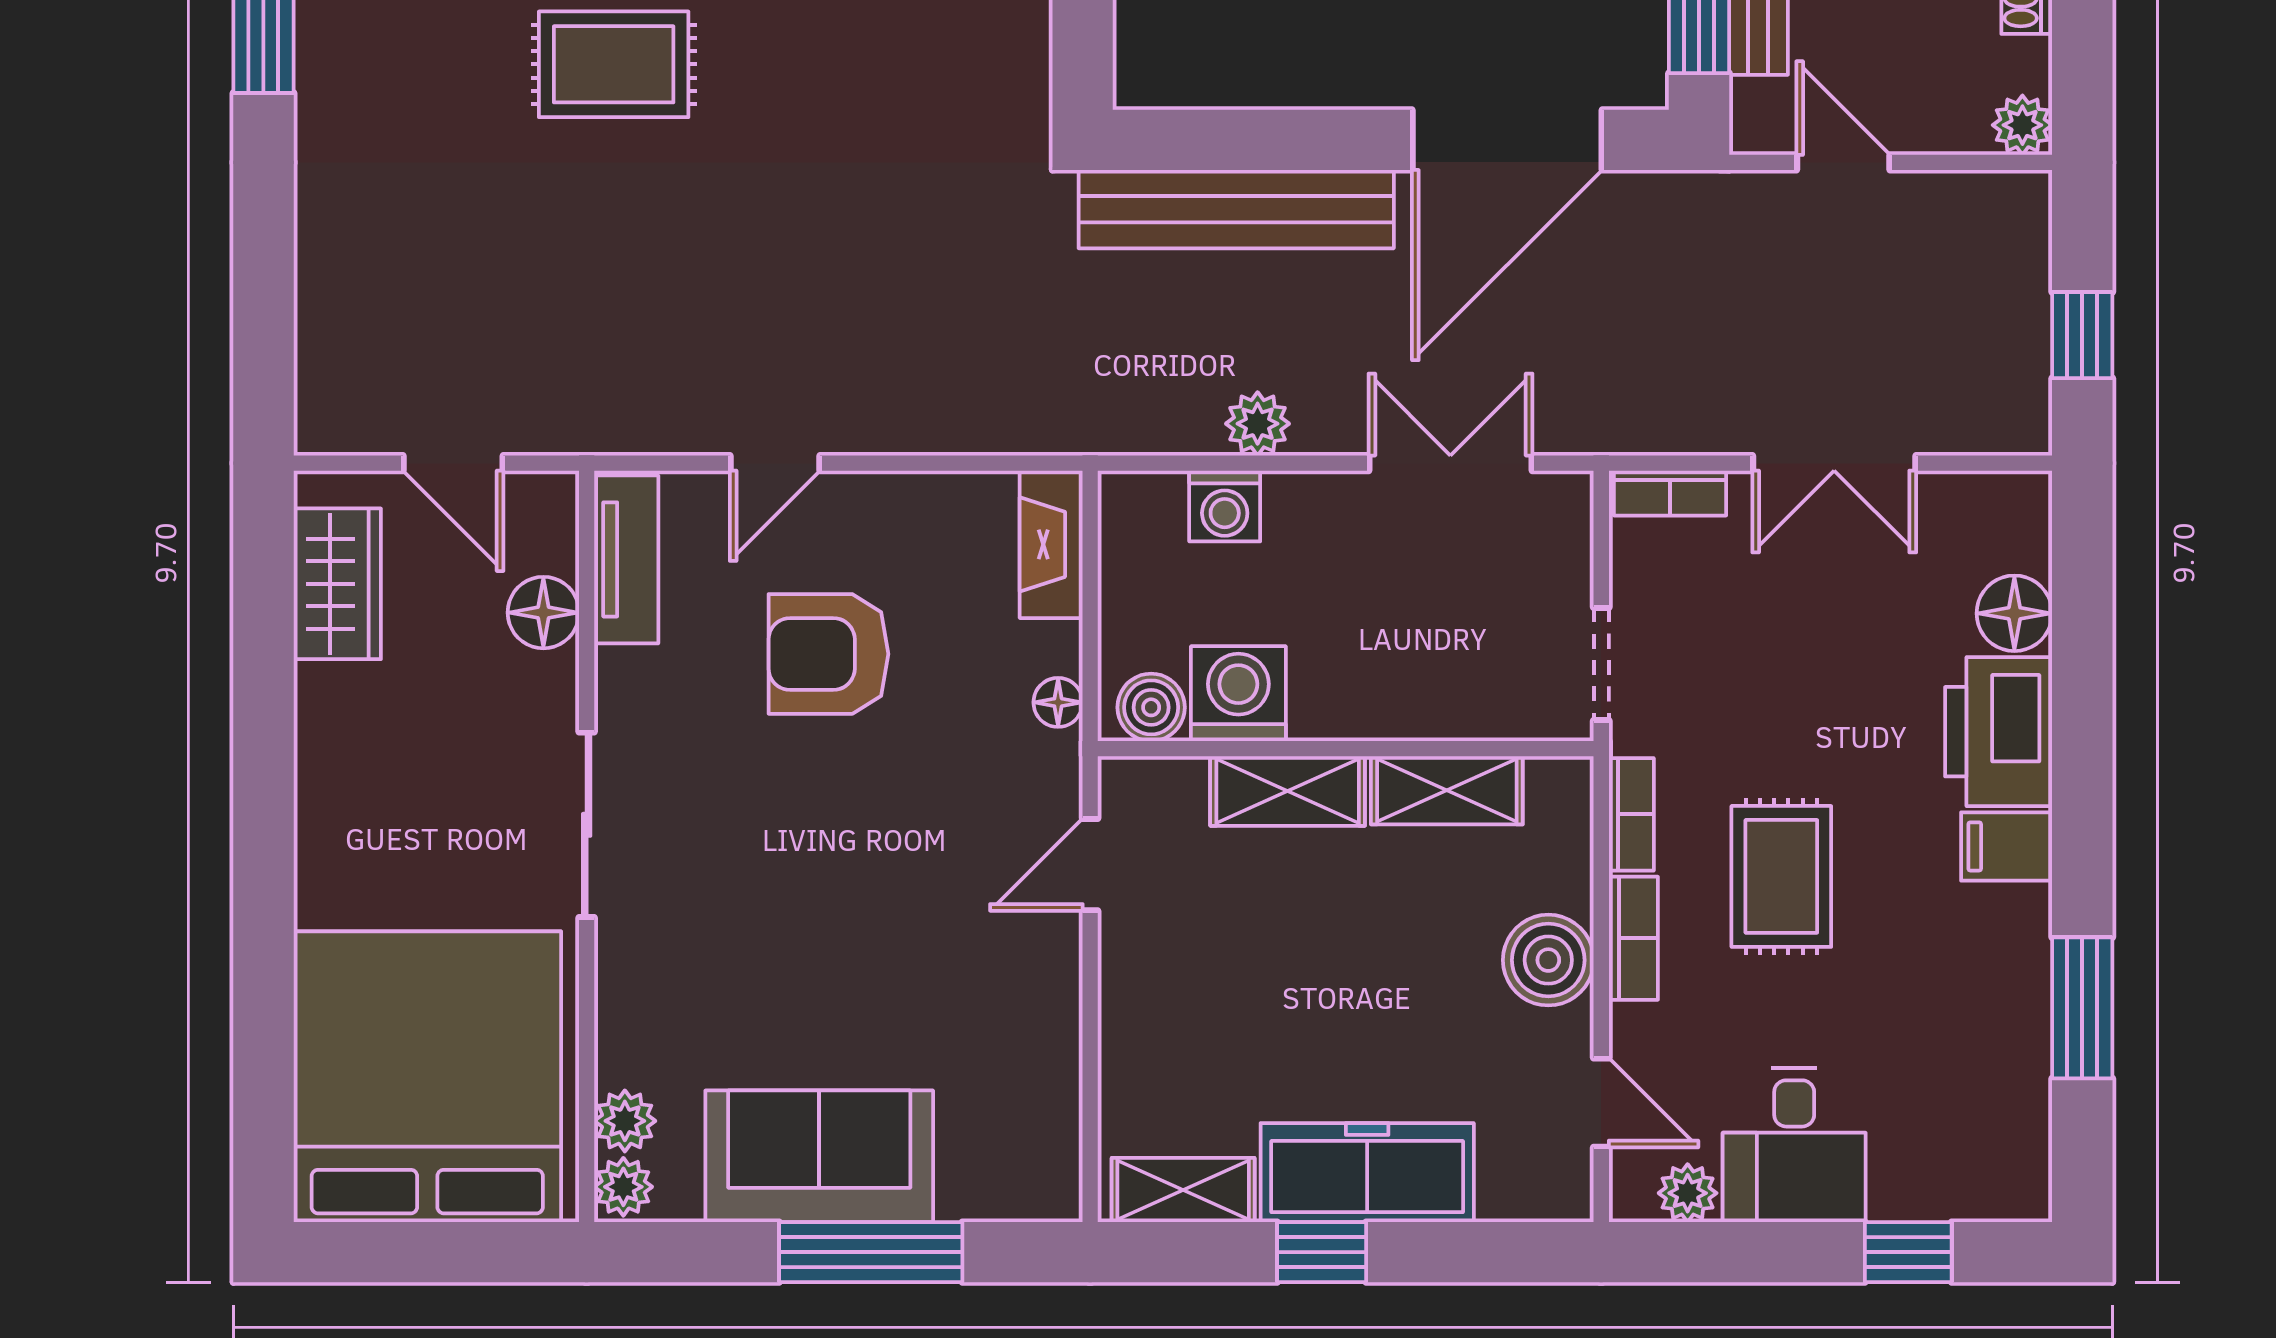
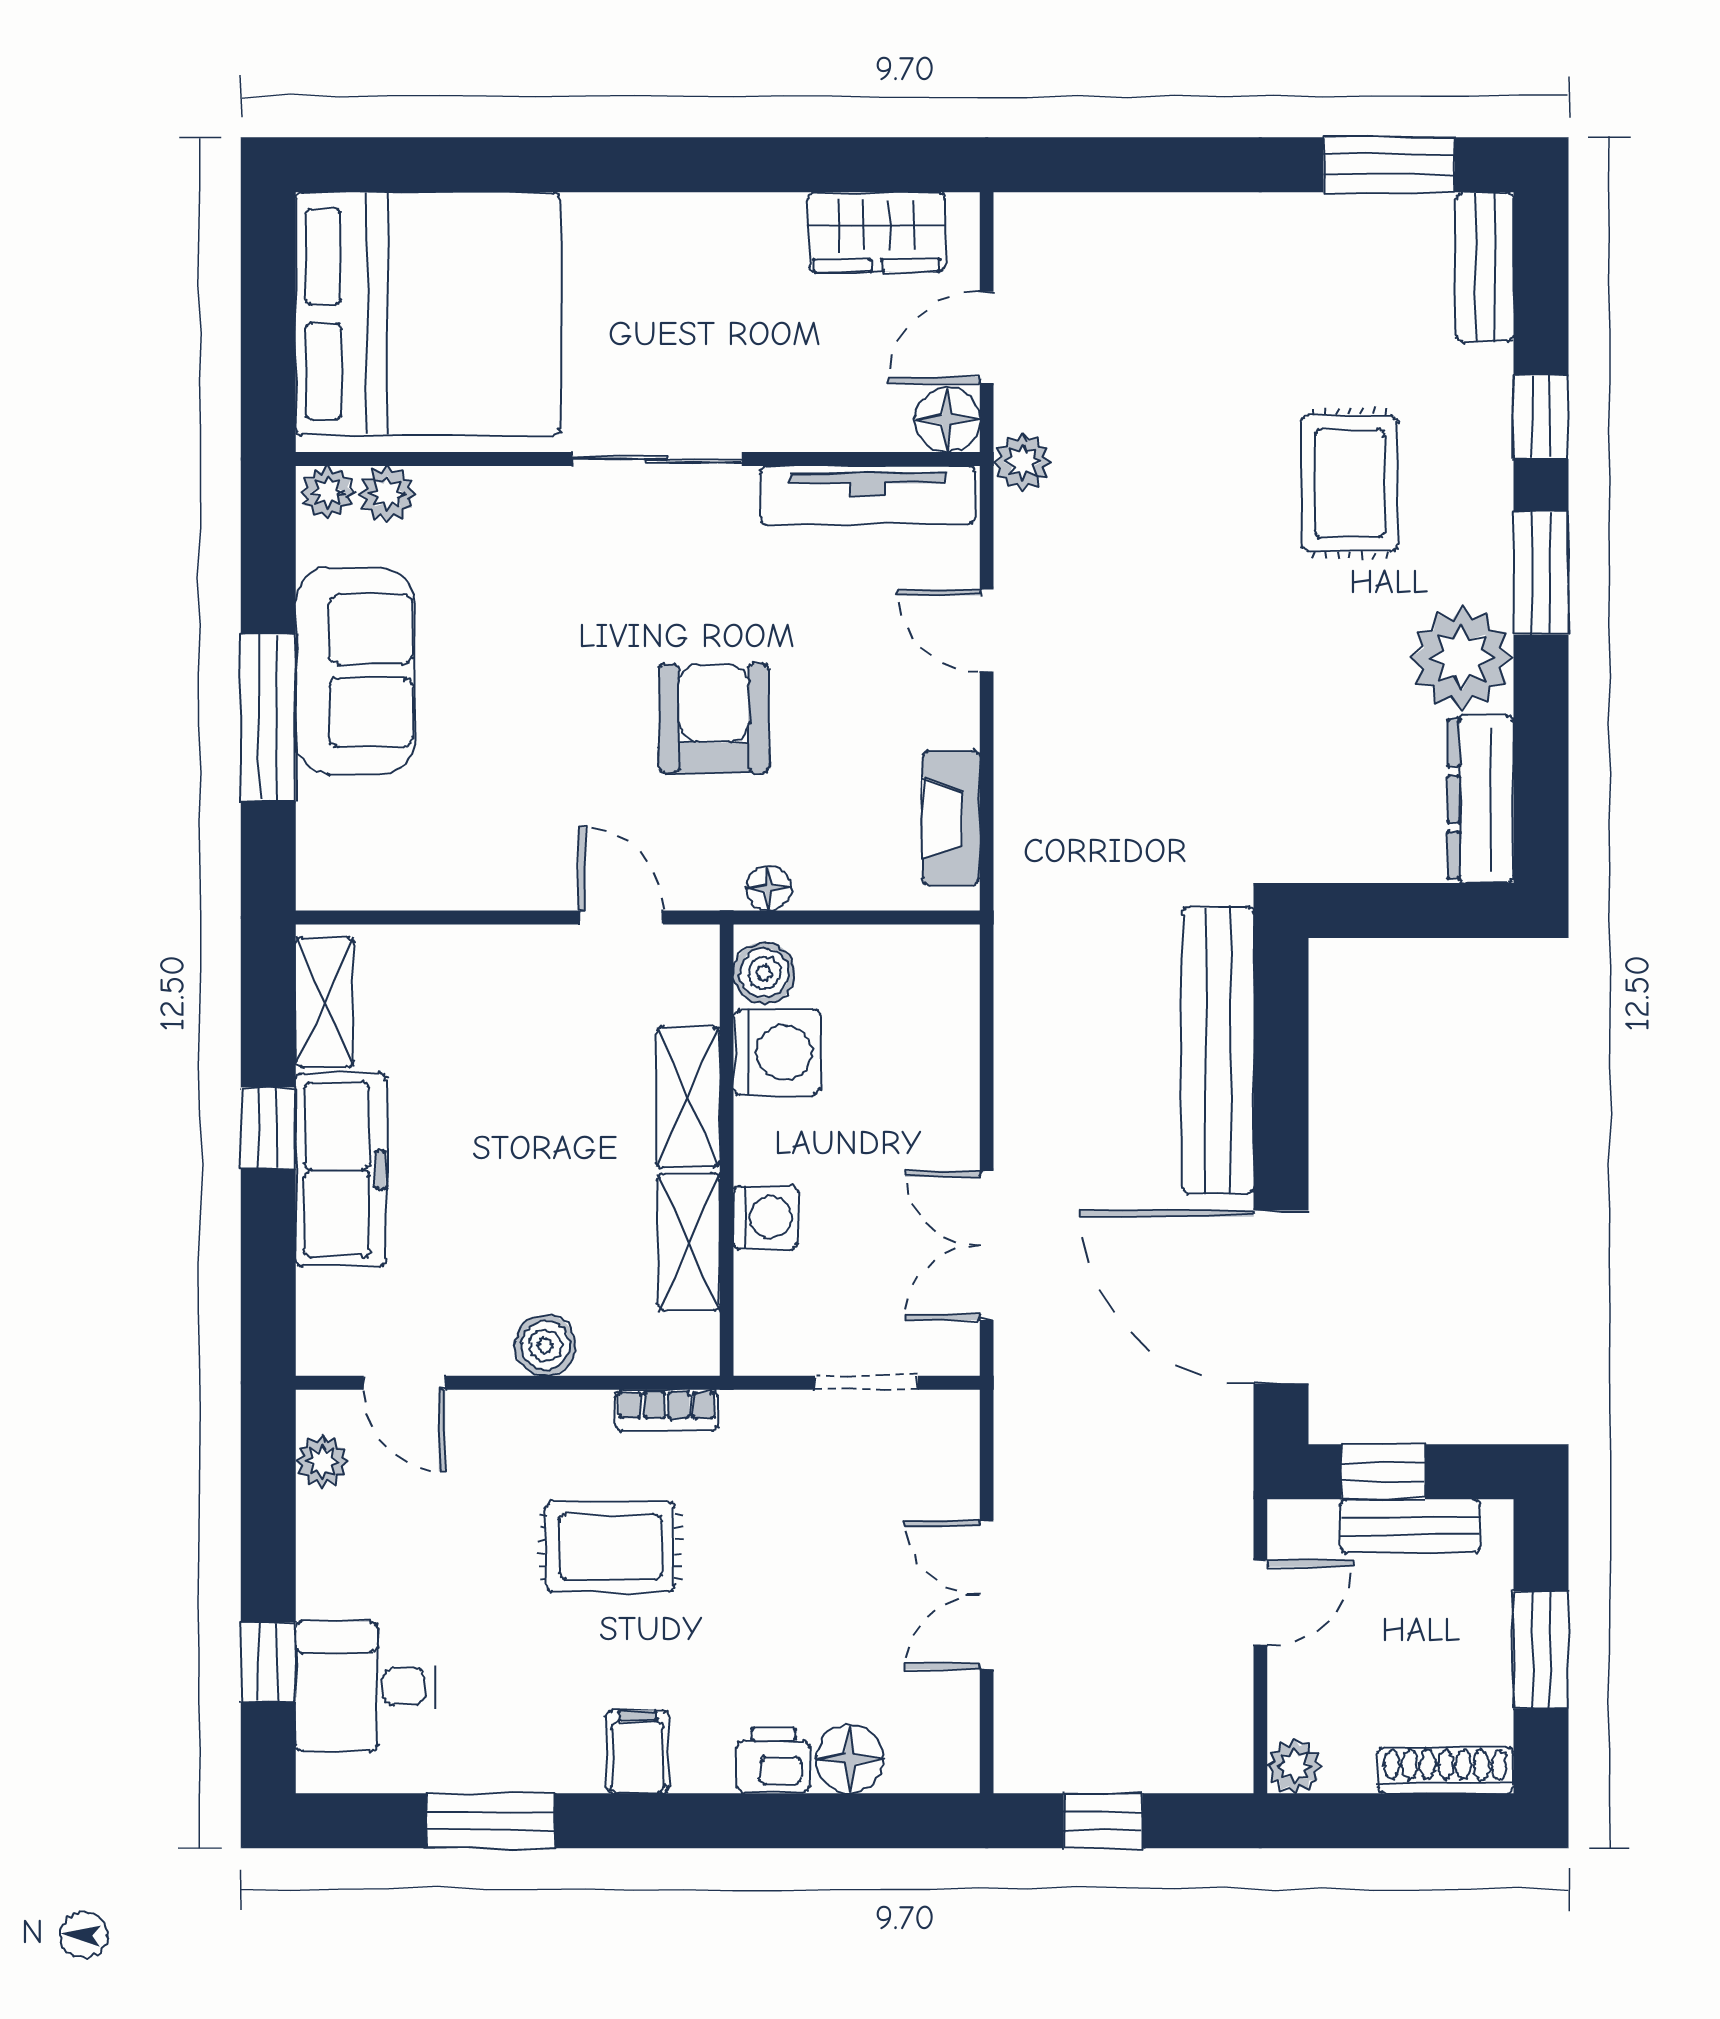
plant: (1258, 424) -> (1022, 462), moved
double door: (1450, 463) -> (987, 1245), swing flipped
bookcase: (1670, 493) -> (959, 1445), removed
washing machine: (1225, 506) -> (766, 1217), moved, turned 180
fireplace: (1051, 544) -> (951, 818), moved, turned -90
tv unit: (626, 559) -> (868, 495), width x1.41
floor lamp: (543, 613) -> (947, 420), moved
armchair: (828, 654) -> (714, 718), moved
doorway: (1601, 664) -> (866, 1383), moved
printer: (1999, 732) -> (774, 1760), width x0.53, depth x0.68
bookcase: (1633, 938) -> (554, 1412), removed
boiler: (1548, 960) -> (545, 1346), width x0.73, depth x0.73
door: (1601, 1103) -> (404, 1383), hinge flipped
desk: (1794, 1145) -> (366, 1687), moved

